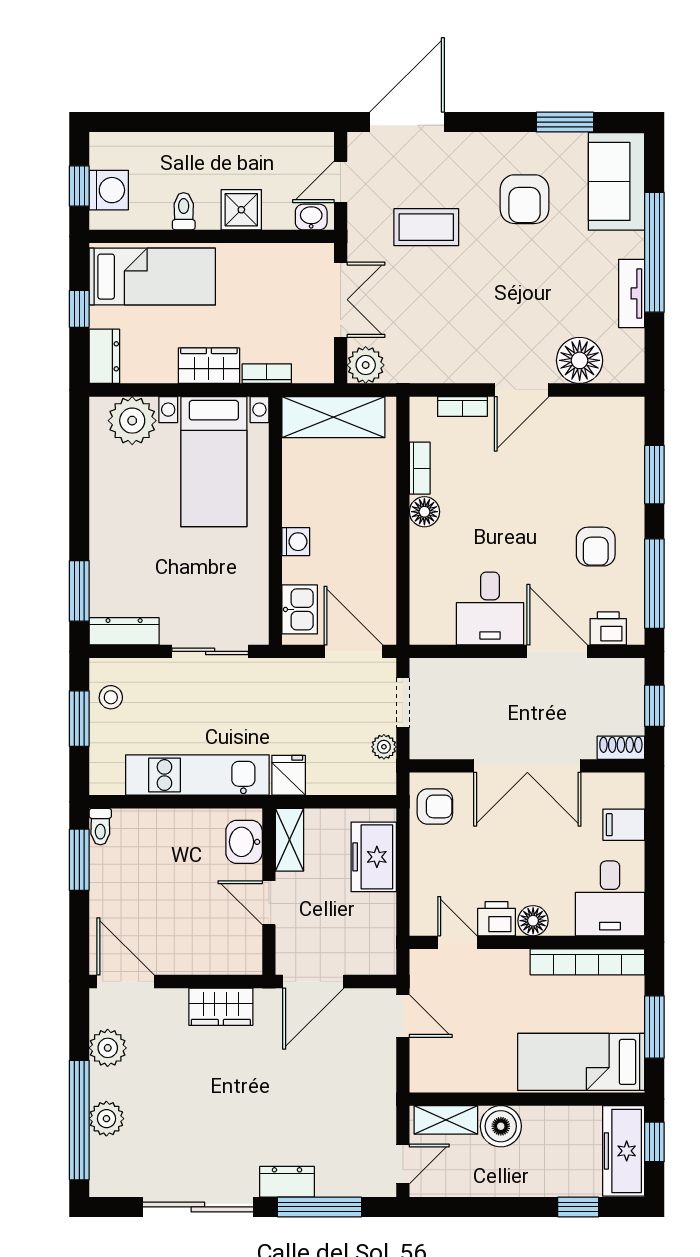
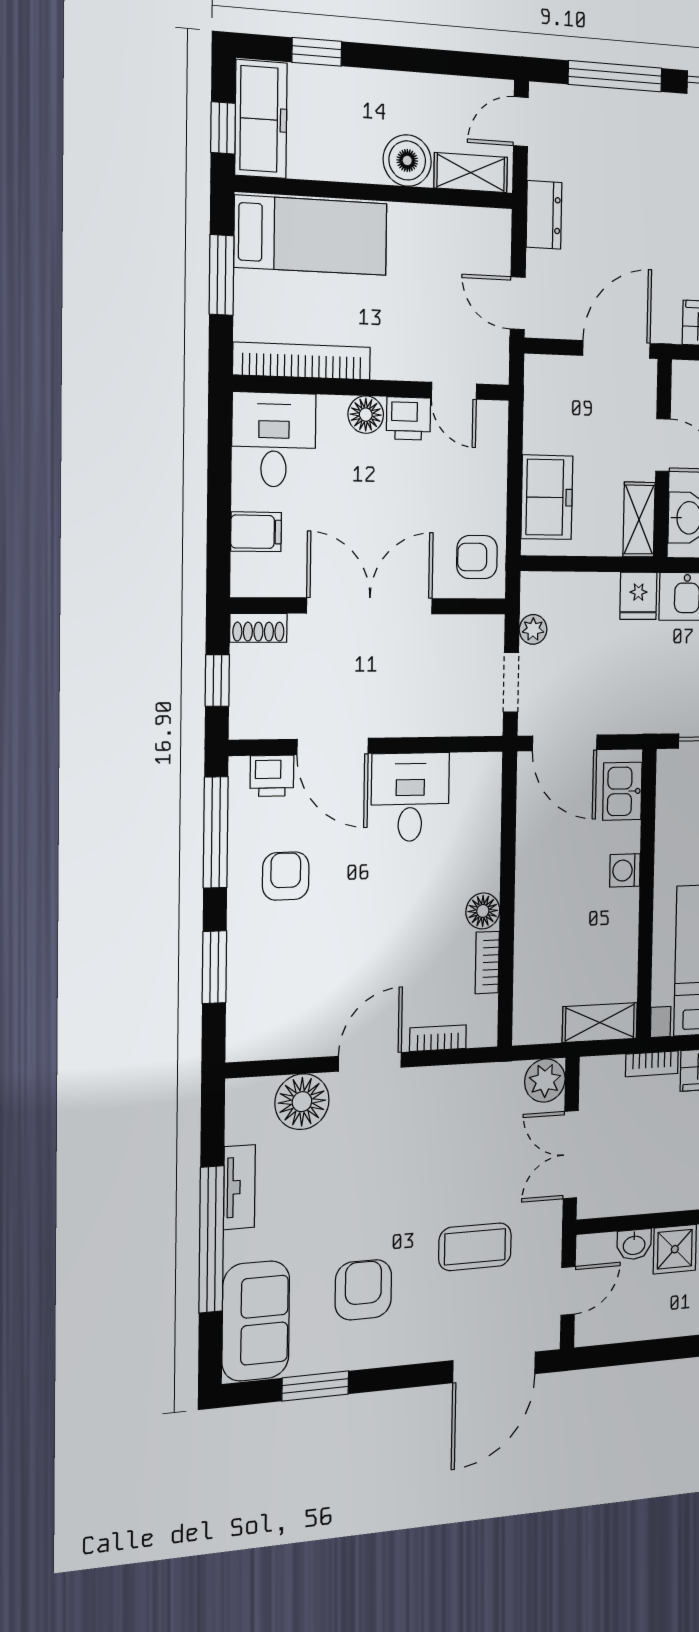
washbasin: (311, 217) -> (634, 1244), moved
shelving: (333, 417) -> (600, 1023), width x0.67, depth x0.75
dresser: (287, 1182) -> (544, 215), moved, turned -90

